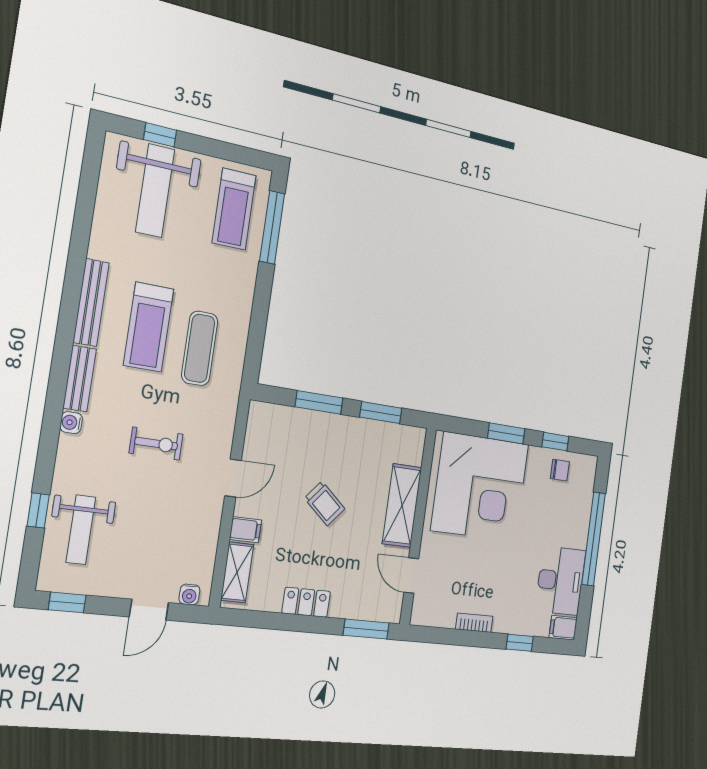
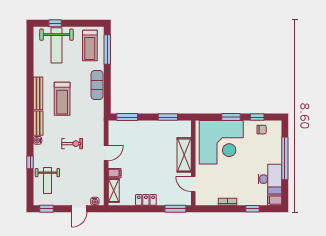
exercise mat: (200, 348) -> (97, 85), moved
window: (319, 402) -> (127, 117), moved
trolley: (325, 503) -> (148, 158), removed
window: (38, 510) -> (30, 162), moved

